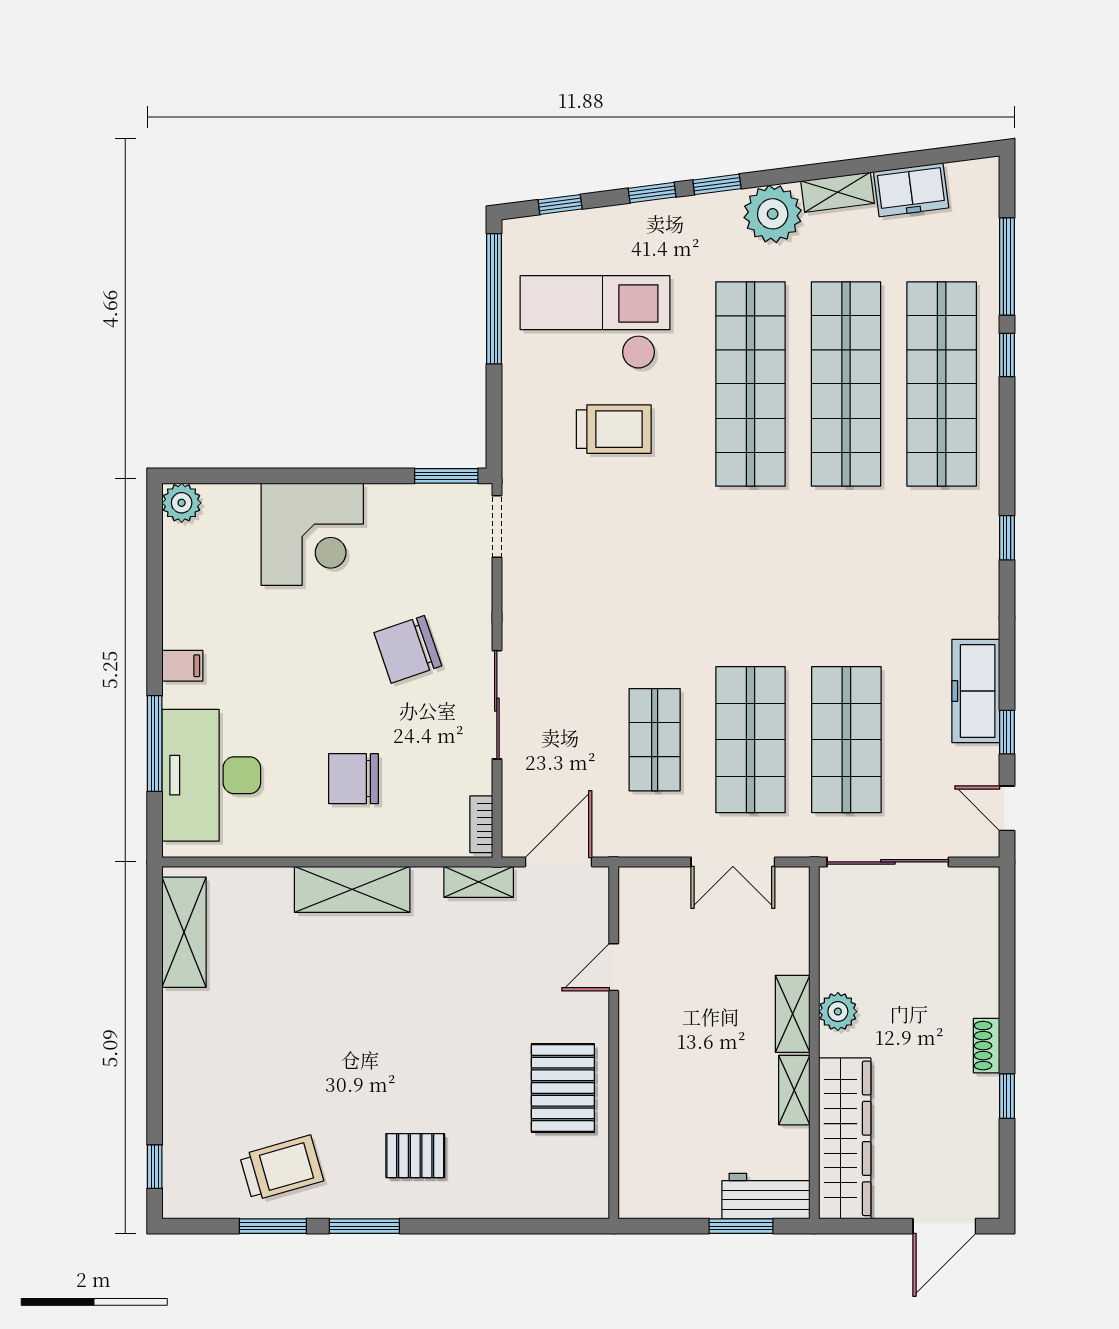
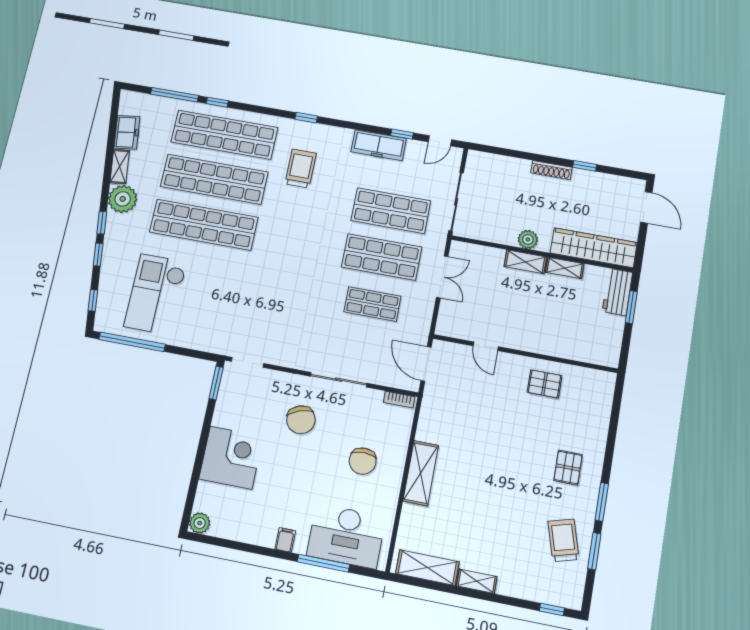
trolley: (614, 429) -> (301, 168), moved
shelving: (479, 882) -> (477, 581), moved, turned 90
shoe rack: (986, 1046) -> (551, 170), width x1.43
pallet: (563, 1088) -> (545, 384), width x0.67, depth x0.71

